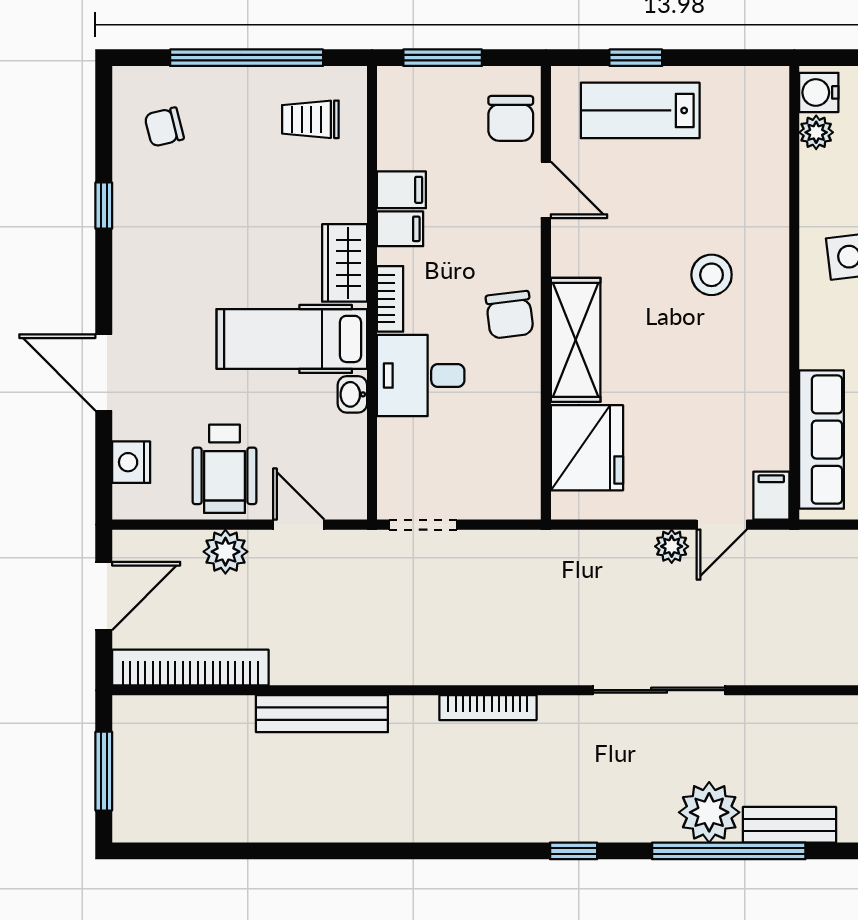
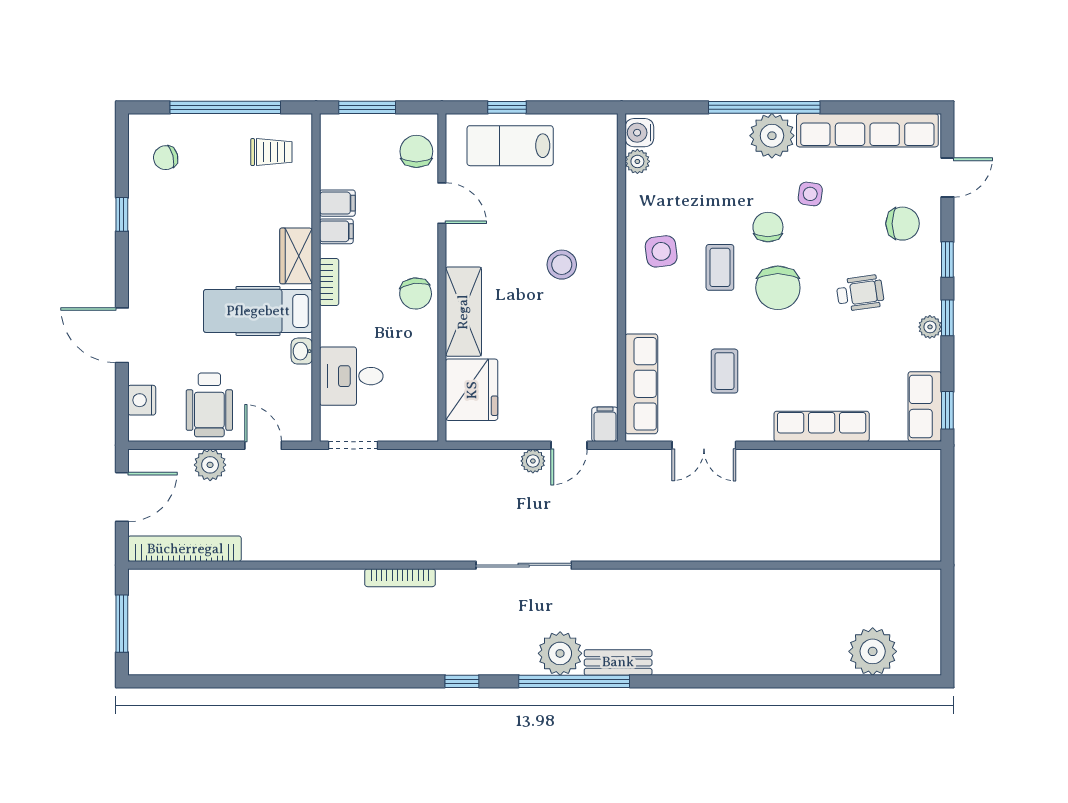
chair: (511, 118) -> (416, 151), turned 180
trolley: (310, 119) -> (271, 152), turned 180
desk: (421, 376) -> (351, 376), moved
bench: (322, 714) -> (280, 582), removed

